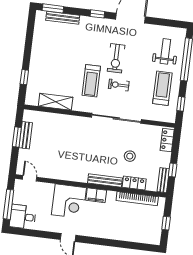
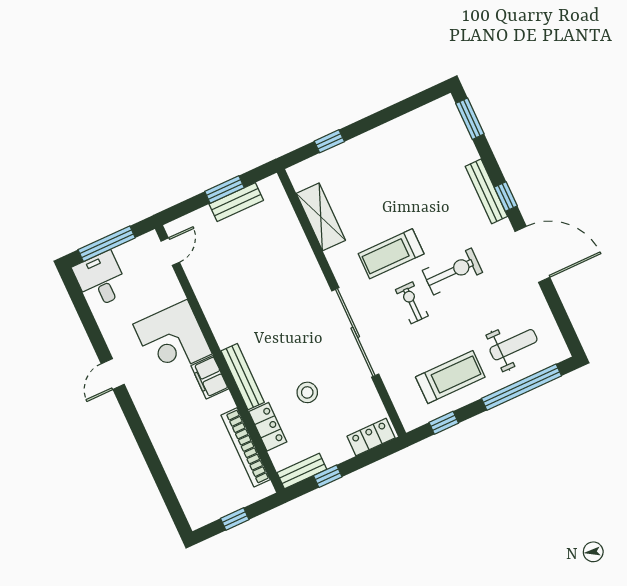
bench: (63, 18) -> (486, 191), moved
exercise bike: (116, 58) -> (452, 271), turned 180

